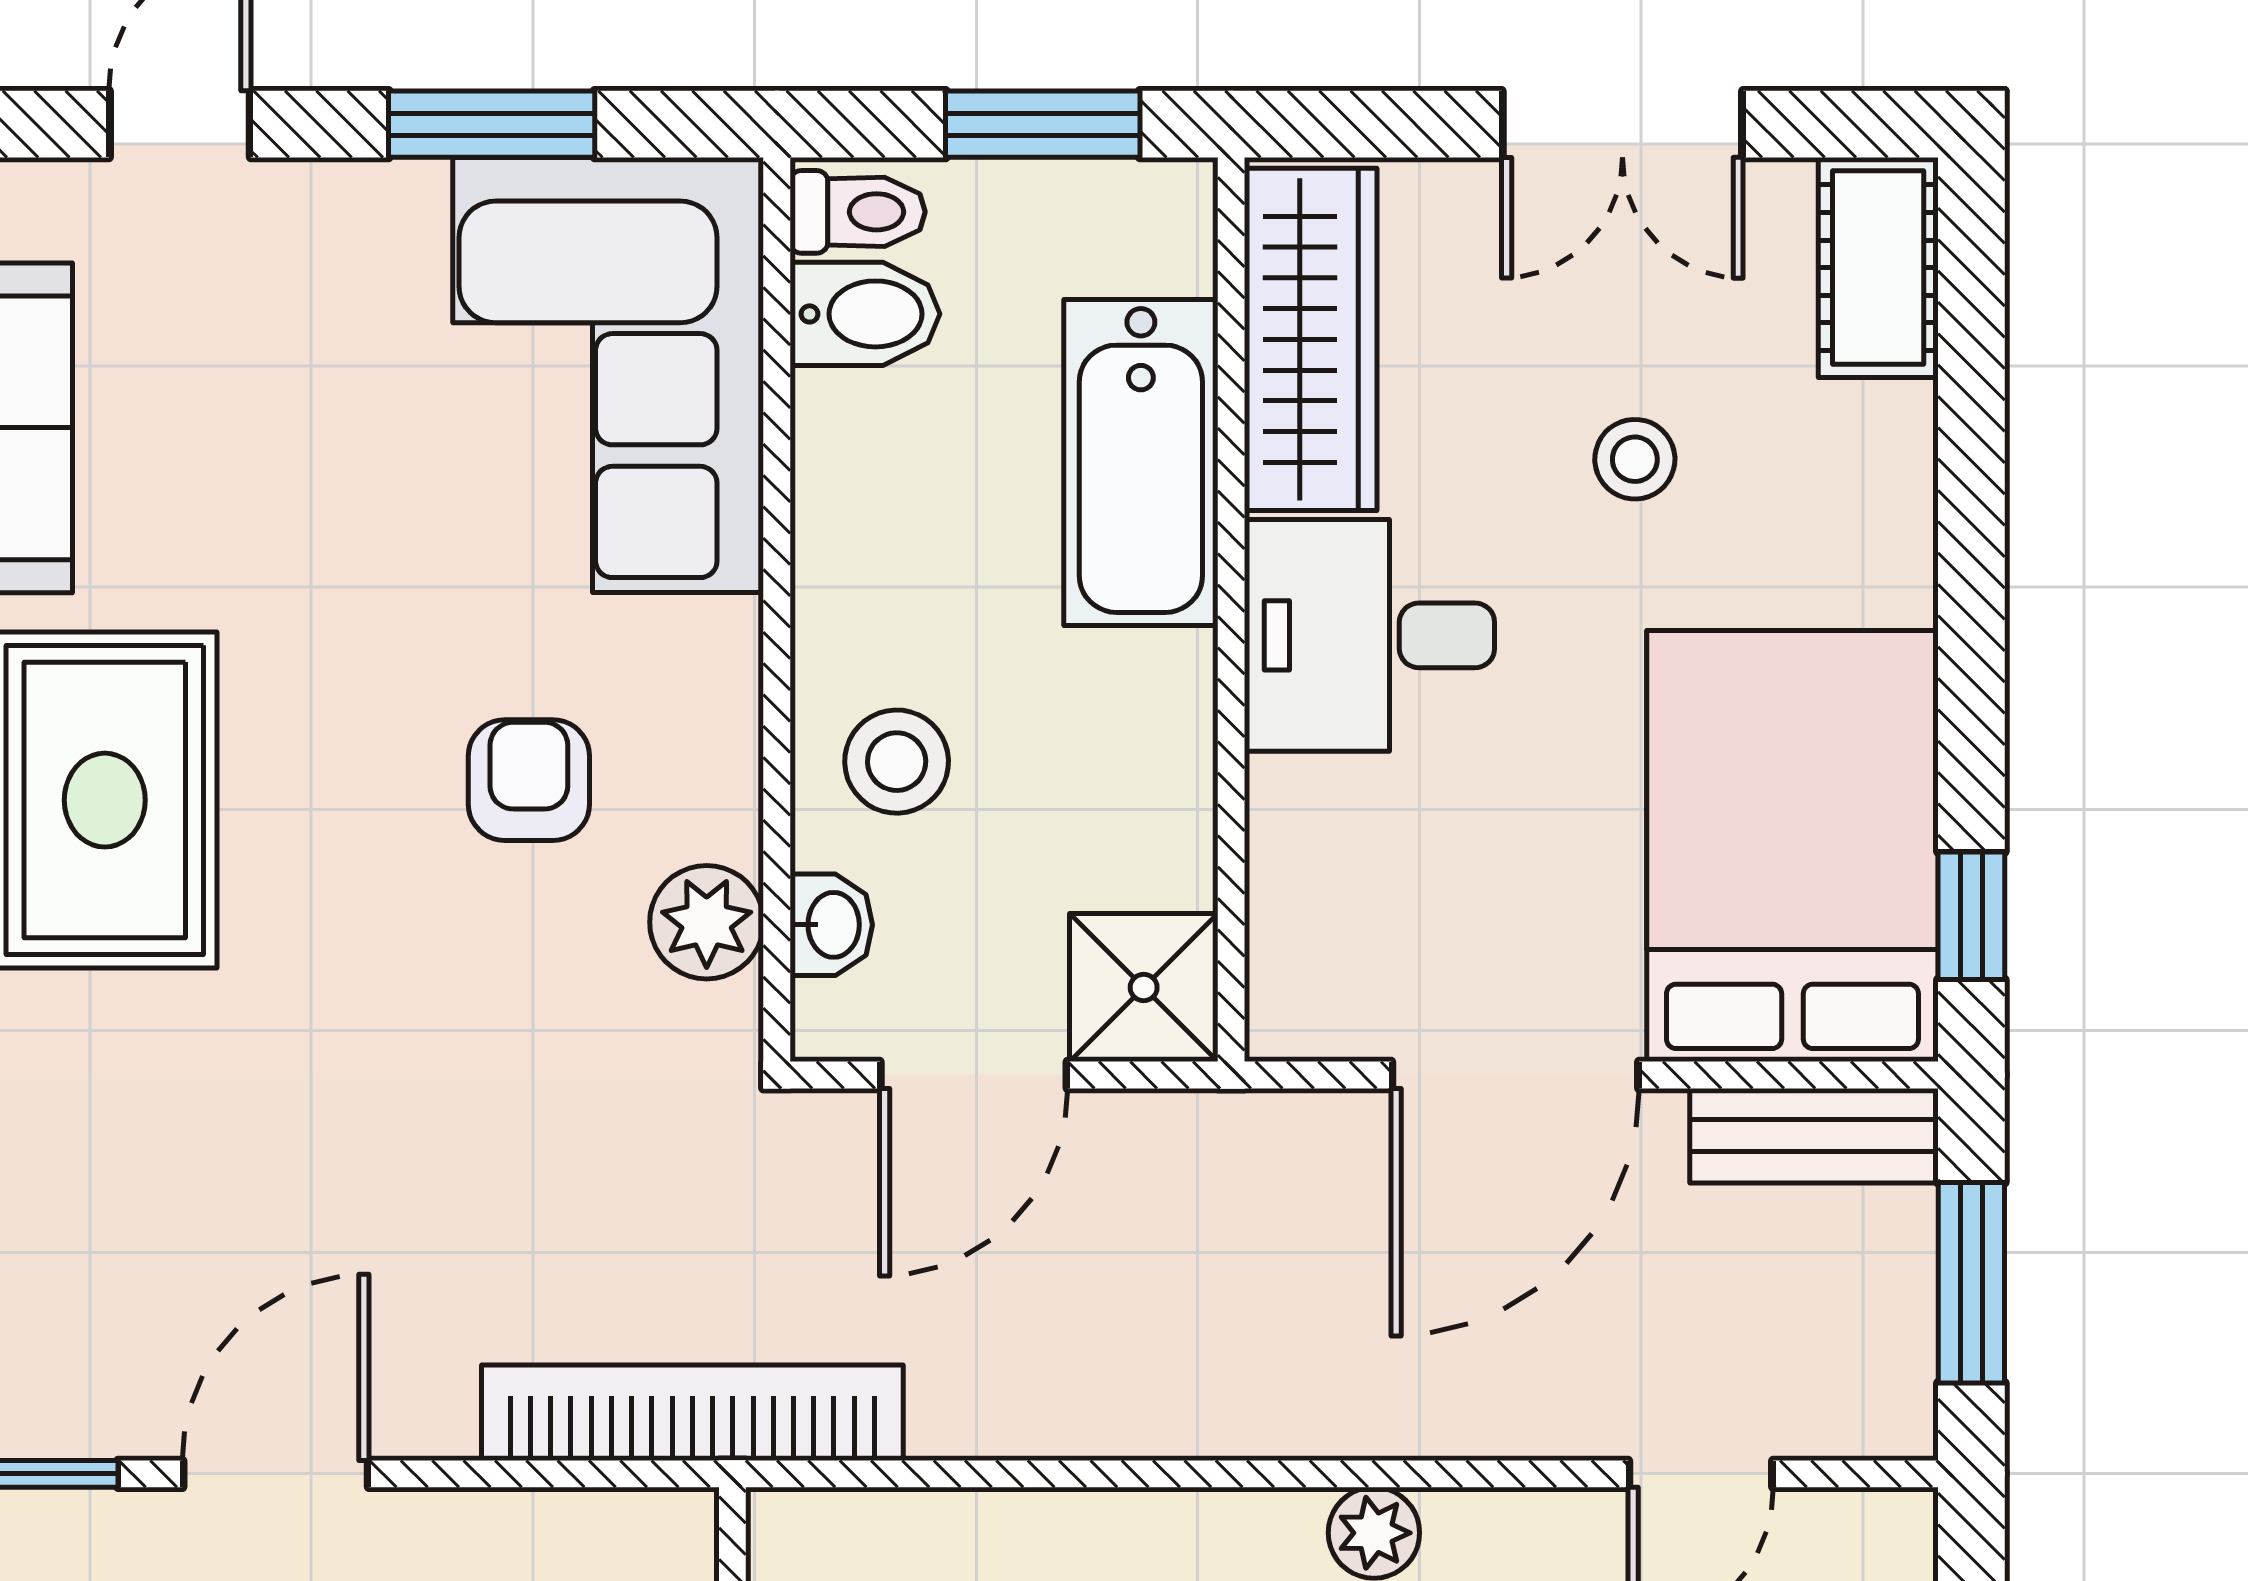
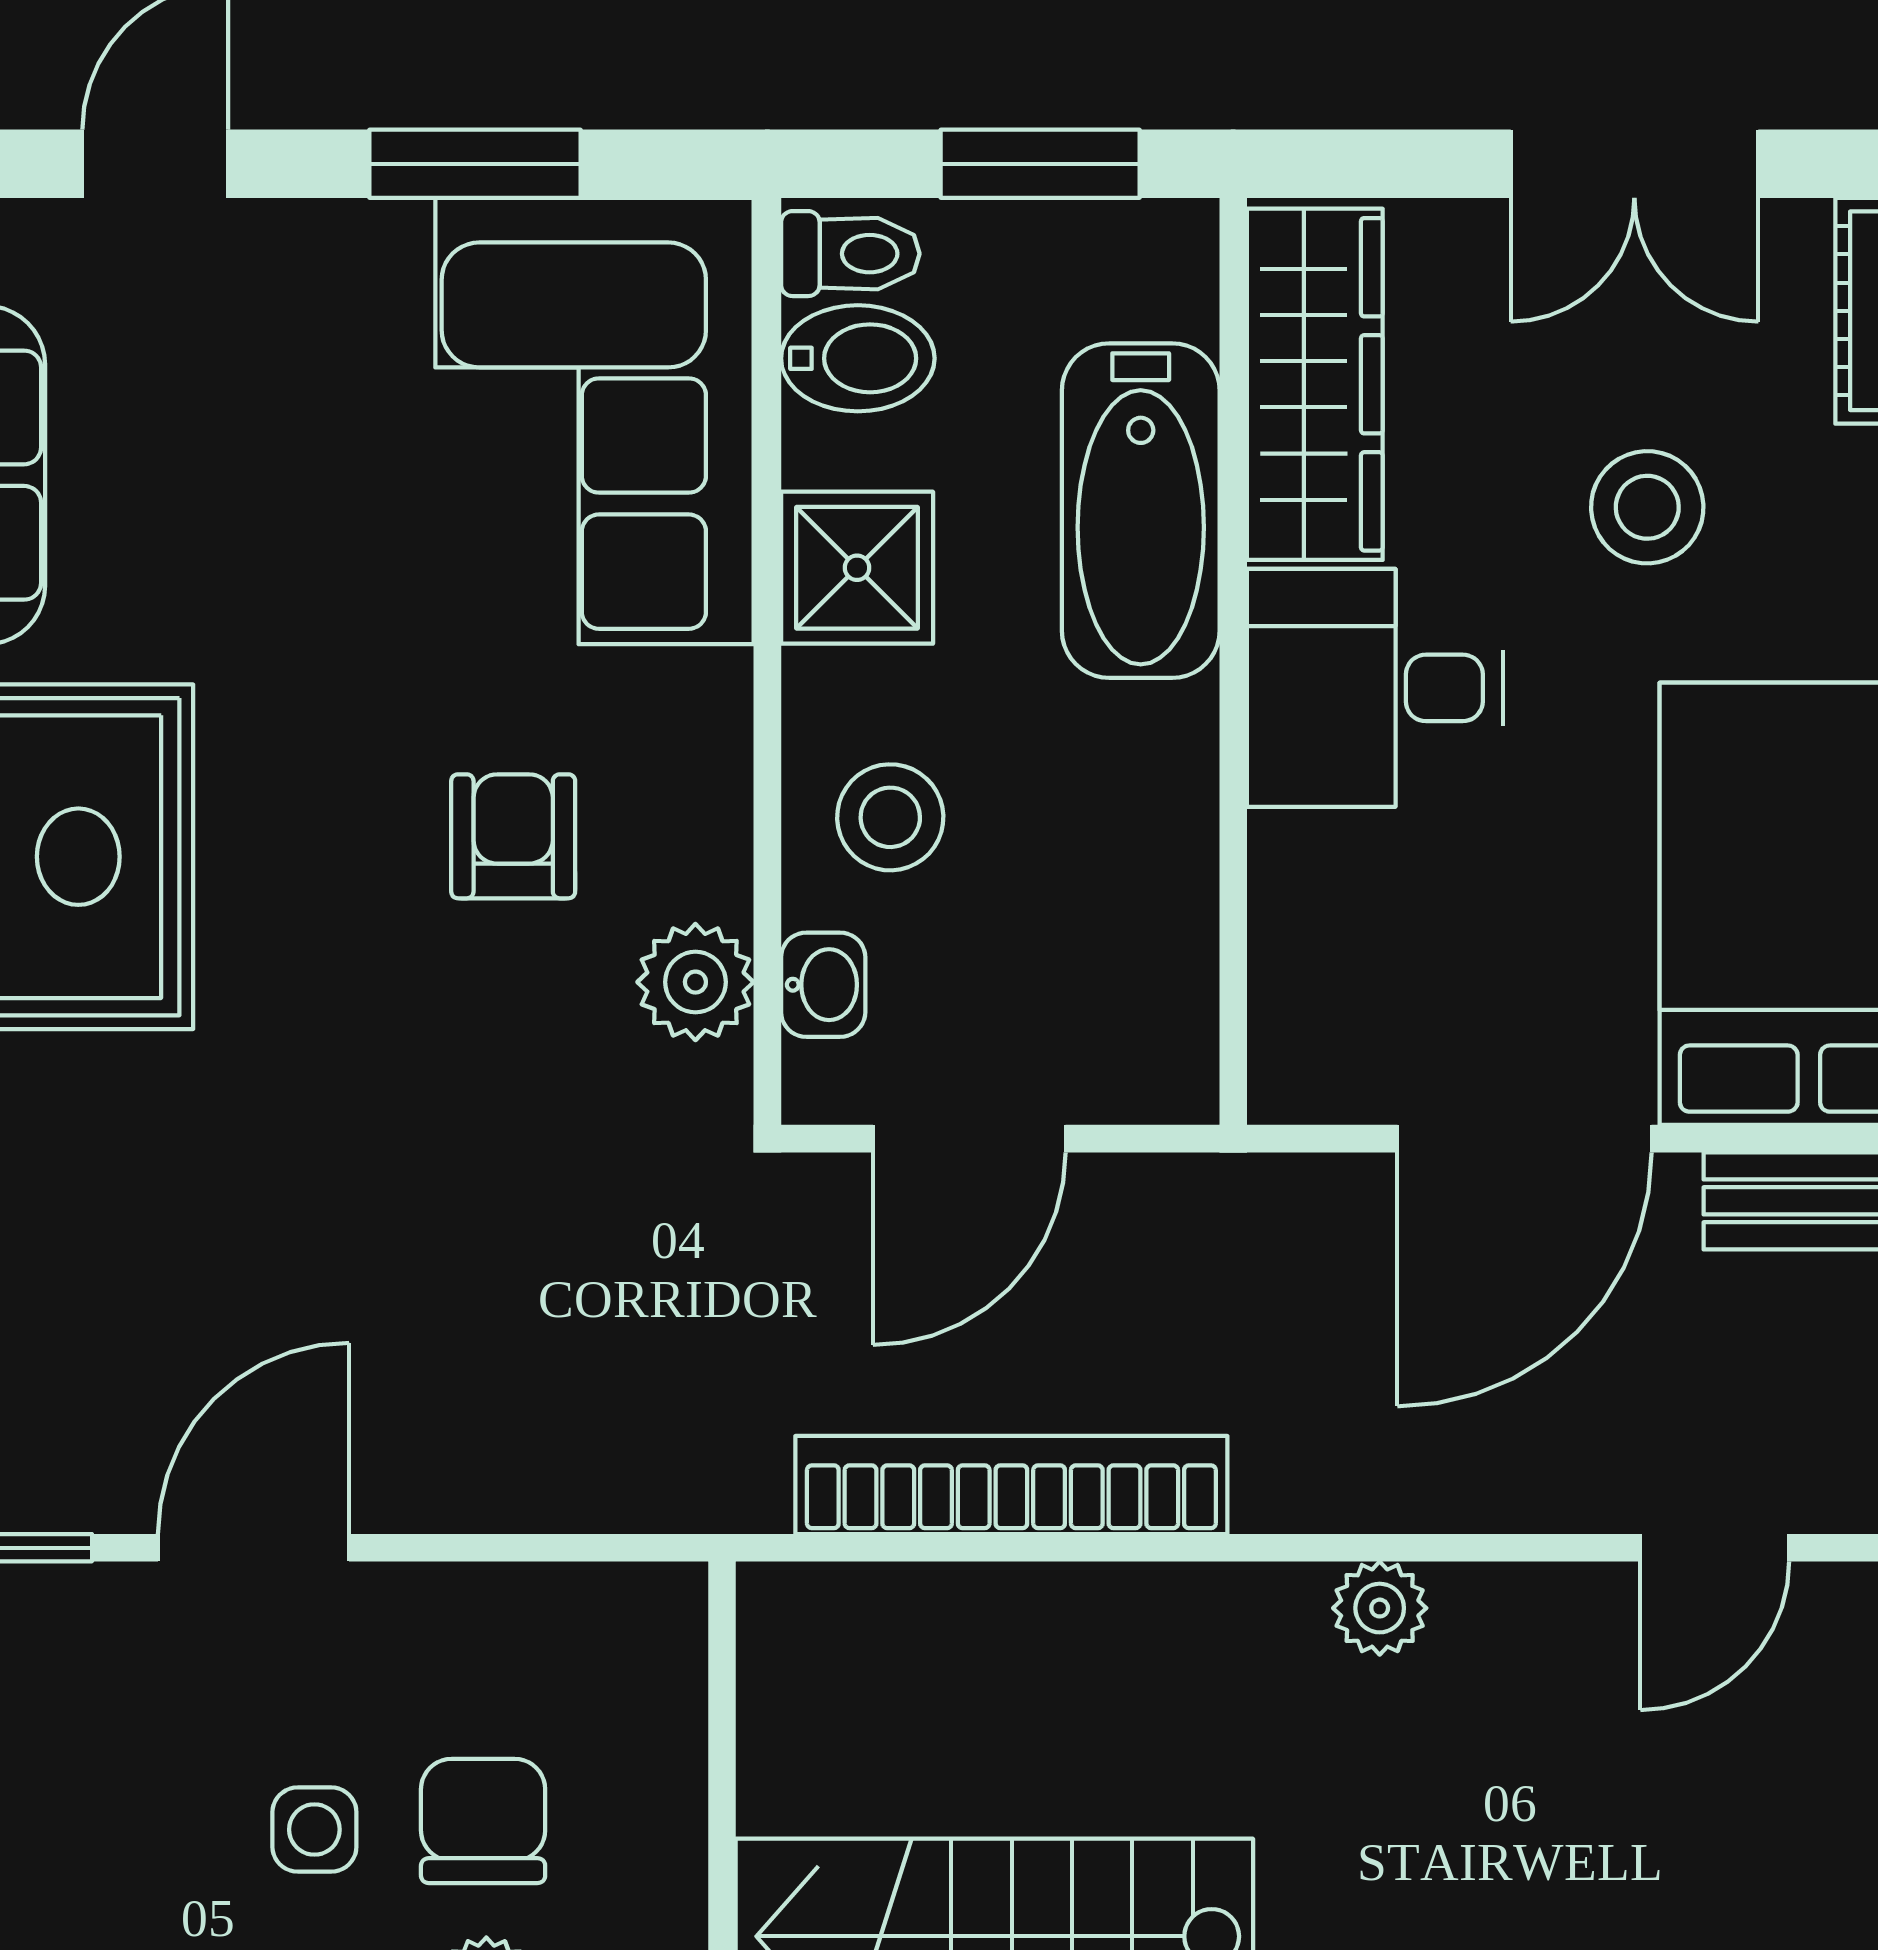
stool: (1635, 459) -> (1647, 507), width x1.37, depth x1.37
shower: (1144, 988) -> (857, 568), moved
bookcase: (692, 1413) -> (1011, 1485), moved

